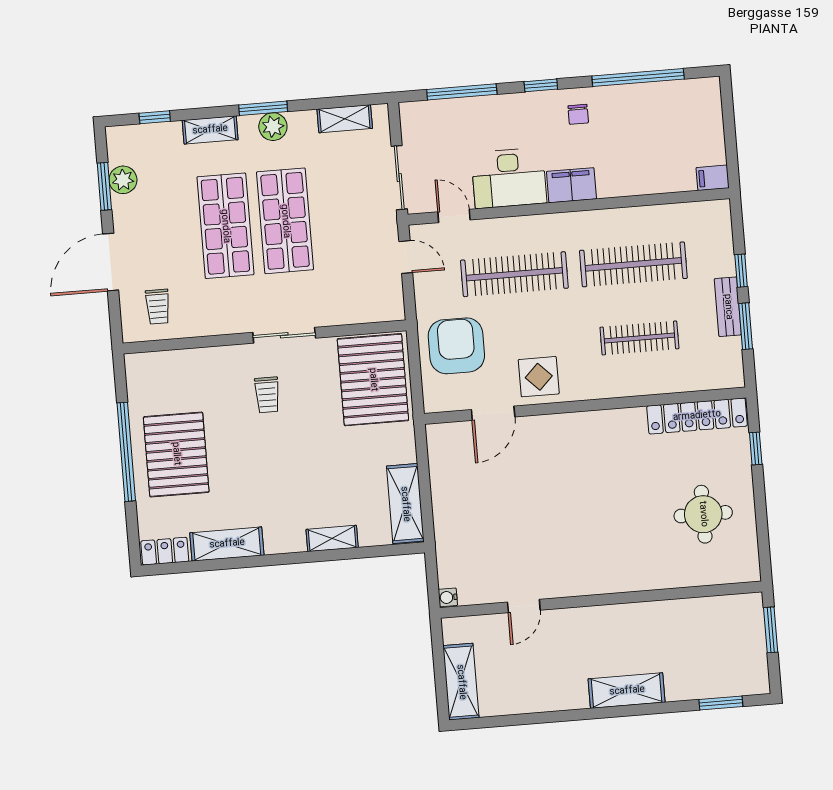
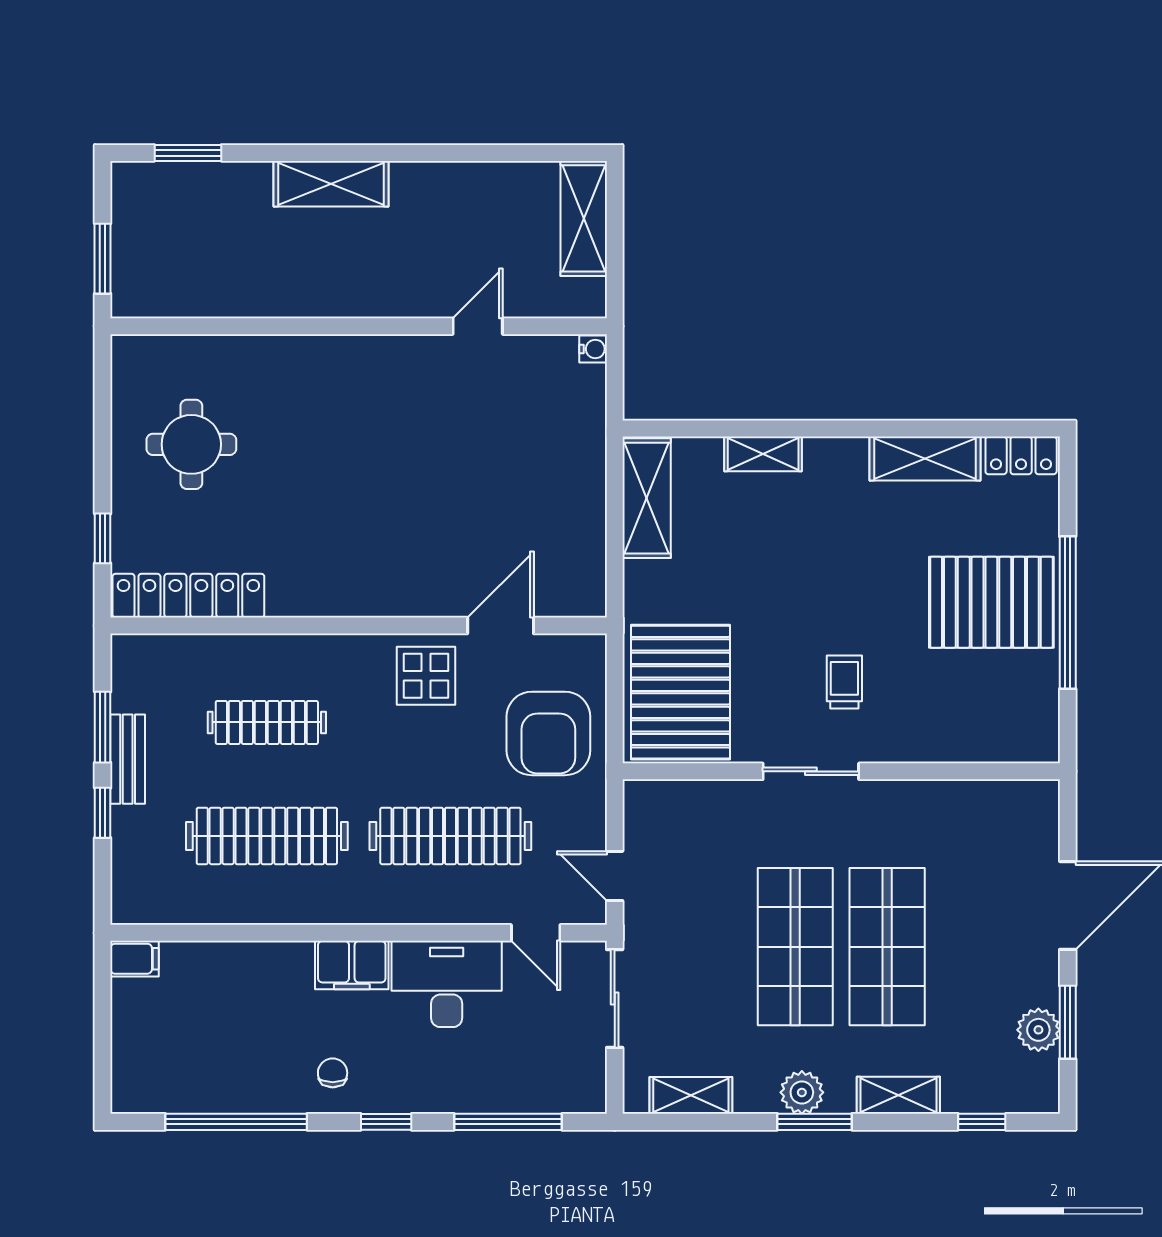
trolley: (158, 307) -> (1001, 831), removed
pallet: (176, 454) -> (991, 602), turned 90

